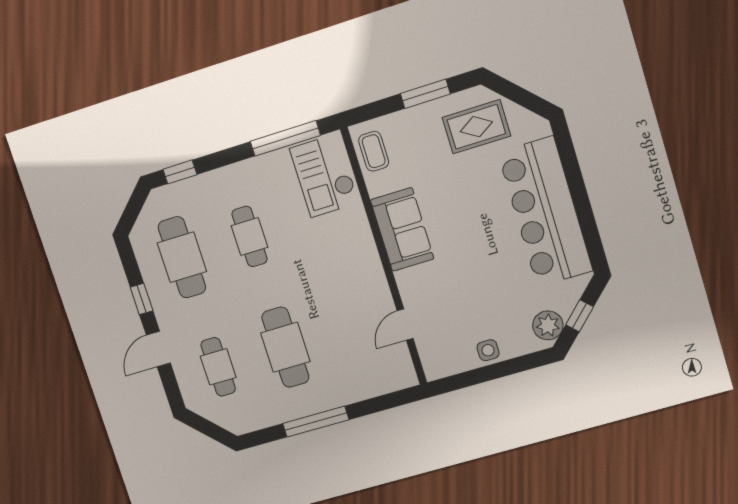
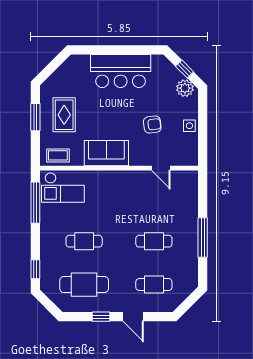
rug: (476, 127) -> (64, 115), moved
bar counter: (545, 212) -> (121, 71), width x0.73
armchair: (472, 290) -> (152, 125), added
cafe table: (285, 347) -> (154, 241), width x0.73, depth x0.74

